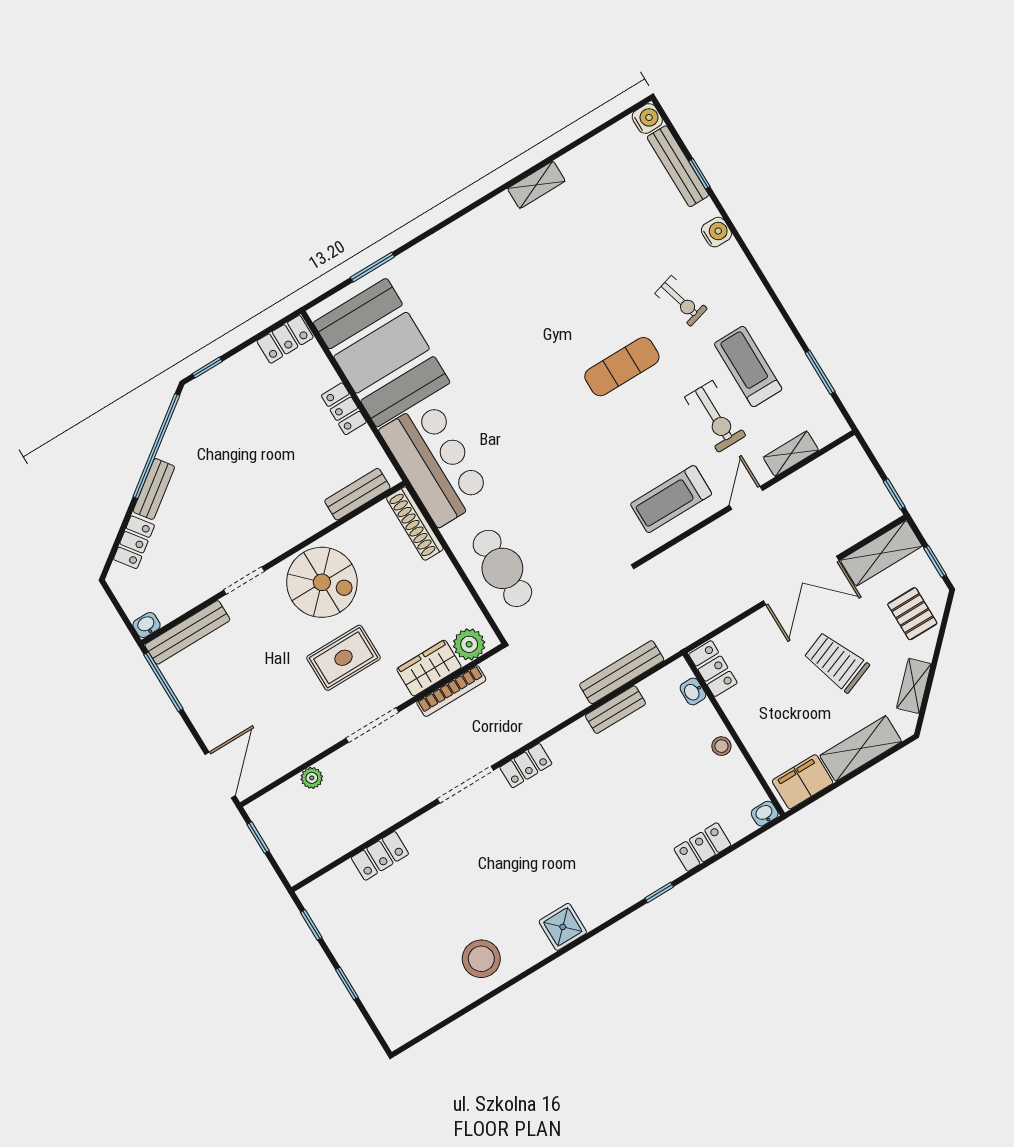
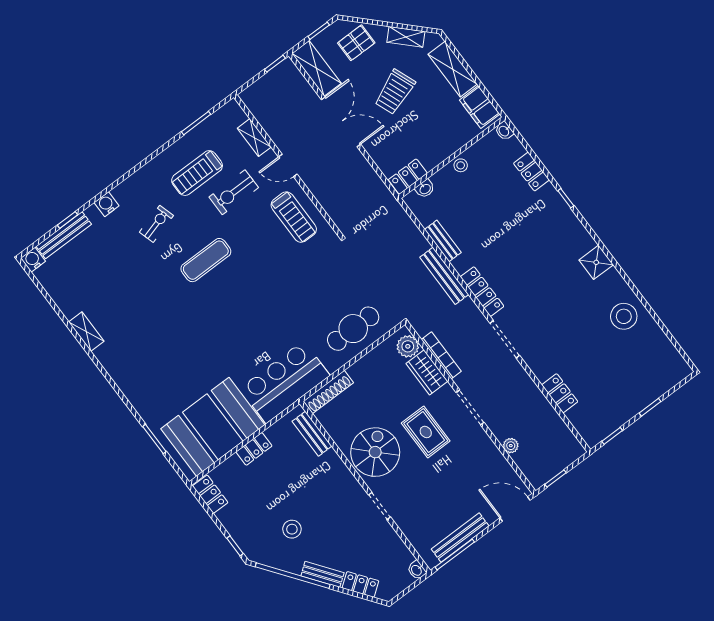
exercise mat: (622, 367) -> (206, 260), turned 90
exercise bike: (715, 416) -> (234, 192), turned 180
stool: (223, 452) -> (292, 529), added
bench: (187, 632) -> (460, 538), moved, turned 90
bench: (622, 672) -> (444, 276), moved
locker: (526, 766) -> (482, 292), width x1.53

